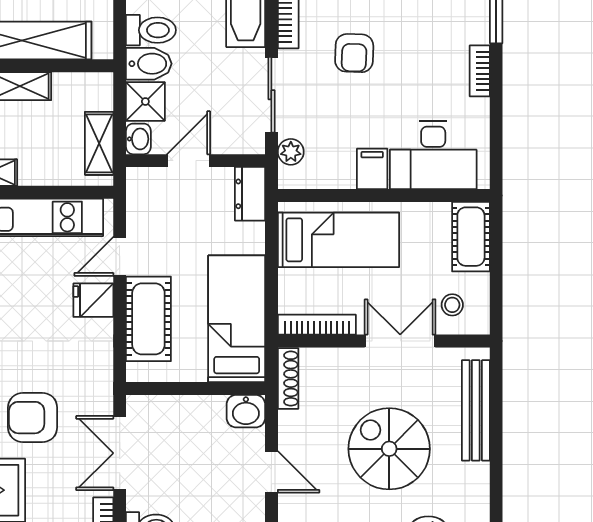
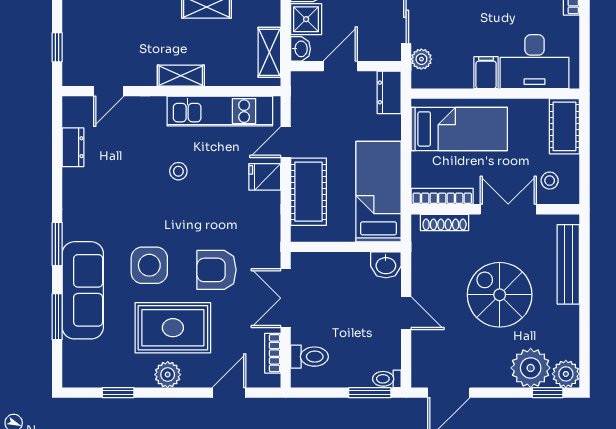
shoe rack: (288, 379) -> (445, 222), moved, turned 90

